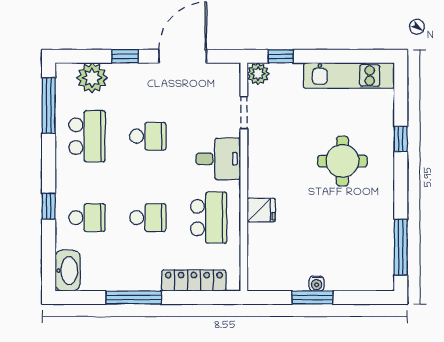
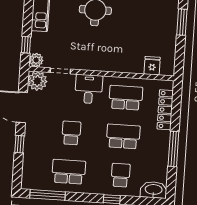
plant: (92, 78) -> (37, 81), moved
fridge: (261, 210) -> (152, 66), moved
school desk: (148, 218) -> (123, 136), width x1.85
water cooler: (317, 284) -> (172, 32), removed
window: (312, 297) -> (182, 22), moved

